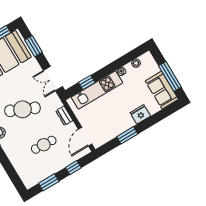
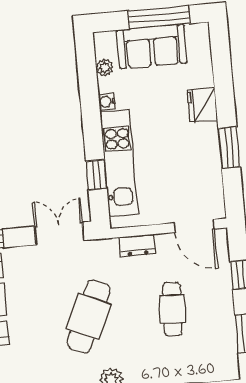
double door: (53, 78) -> (59, 233), swing flipped
sofa: (162, 90) -> (152, 46), moved

